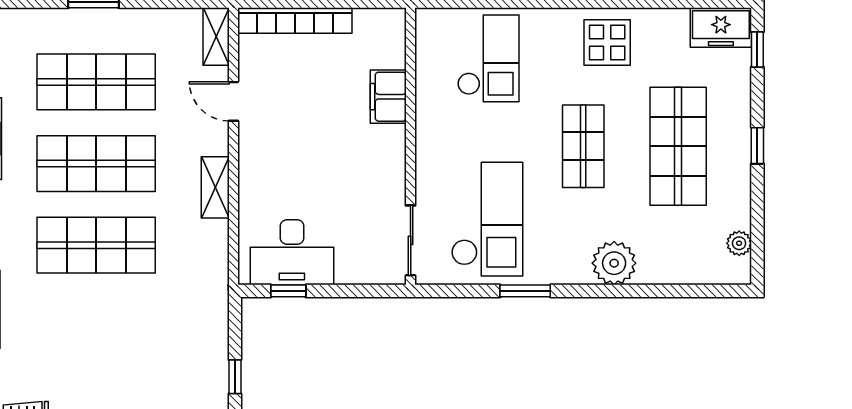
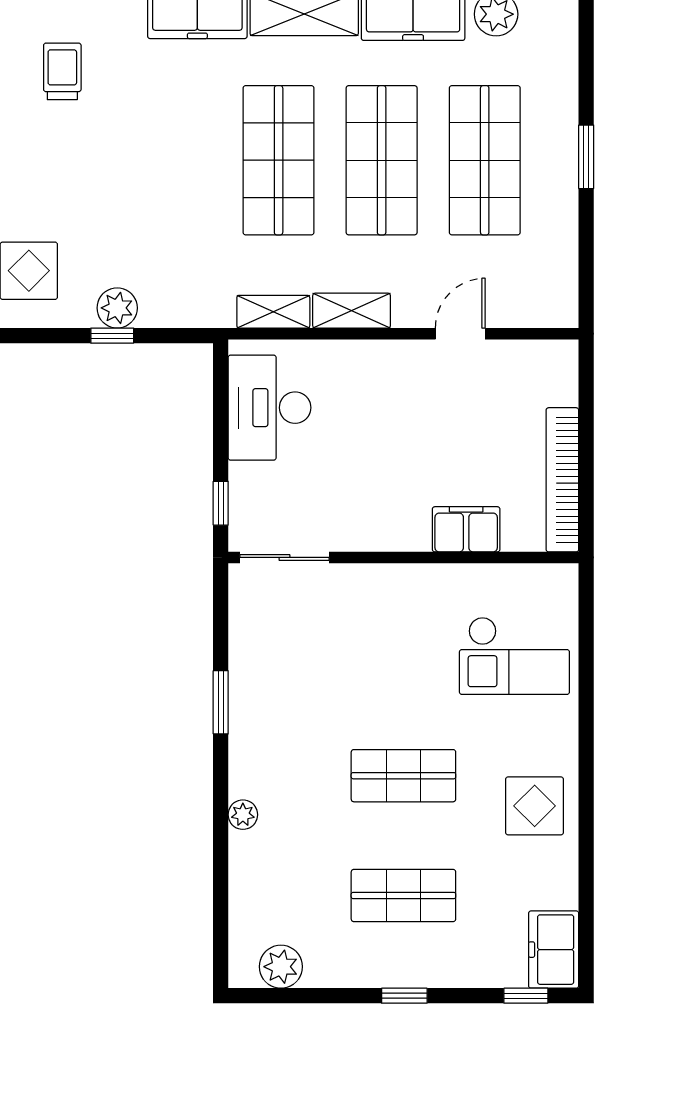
bookcase: (295, 20) -> (562, 480), moved
shelving: (216, 36) -> (273, 312), moved
shop shelf: (678, 146) -> (403, 895), width x0.70, depth x0.74
checkout: (487, 219) -> (311, 654), removed
plant: (739, 243) -> (281, 967), width x1.38, depth x1.38
plant: (614, 263) -> (243, 815), width x0.53, depth x0.53
window: (288, 291) -> (221, 503), moved
plant: (213, 373) -> (117, 308), added

